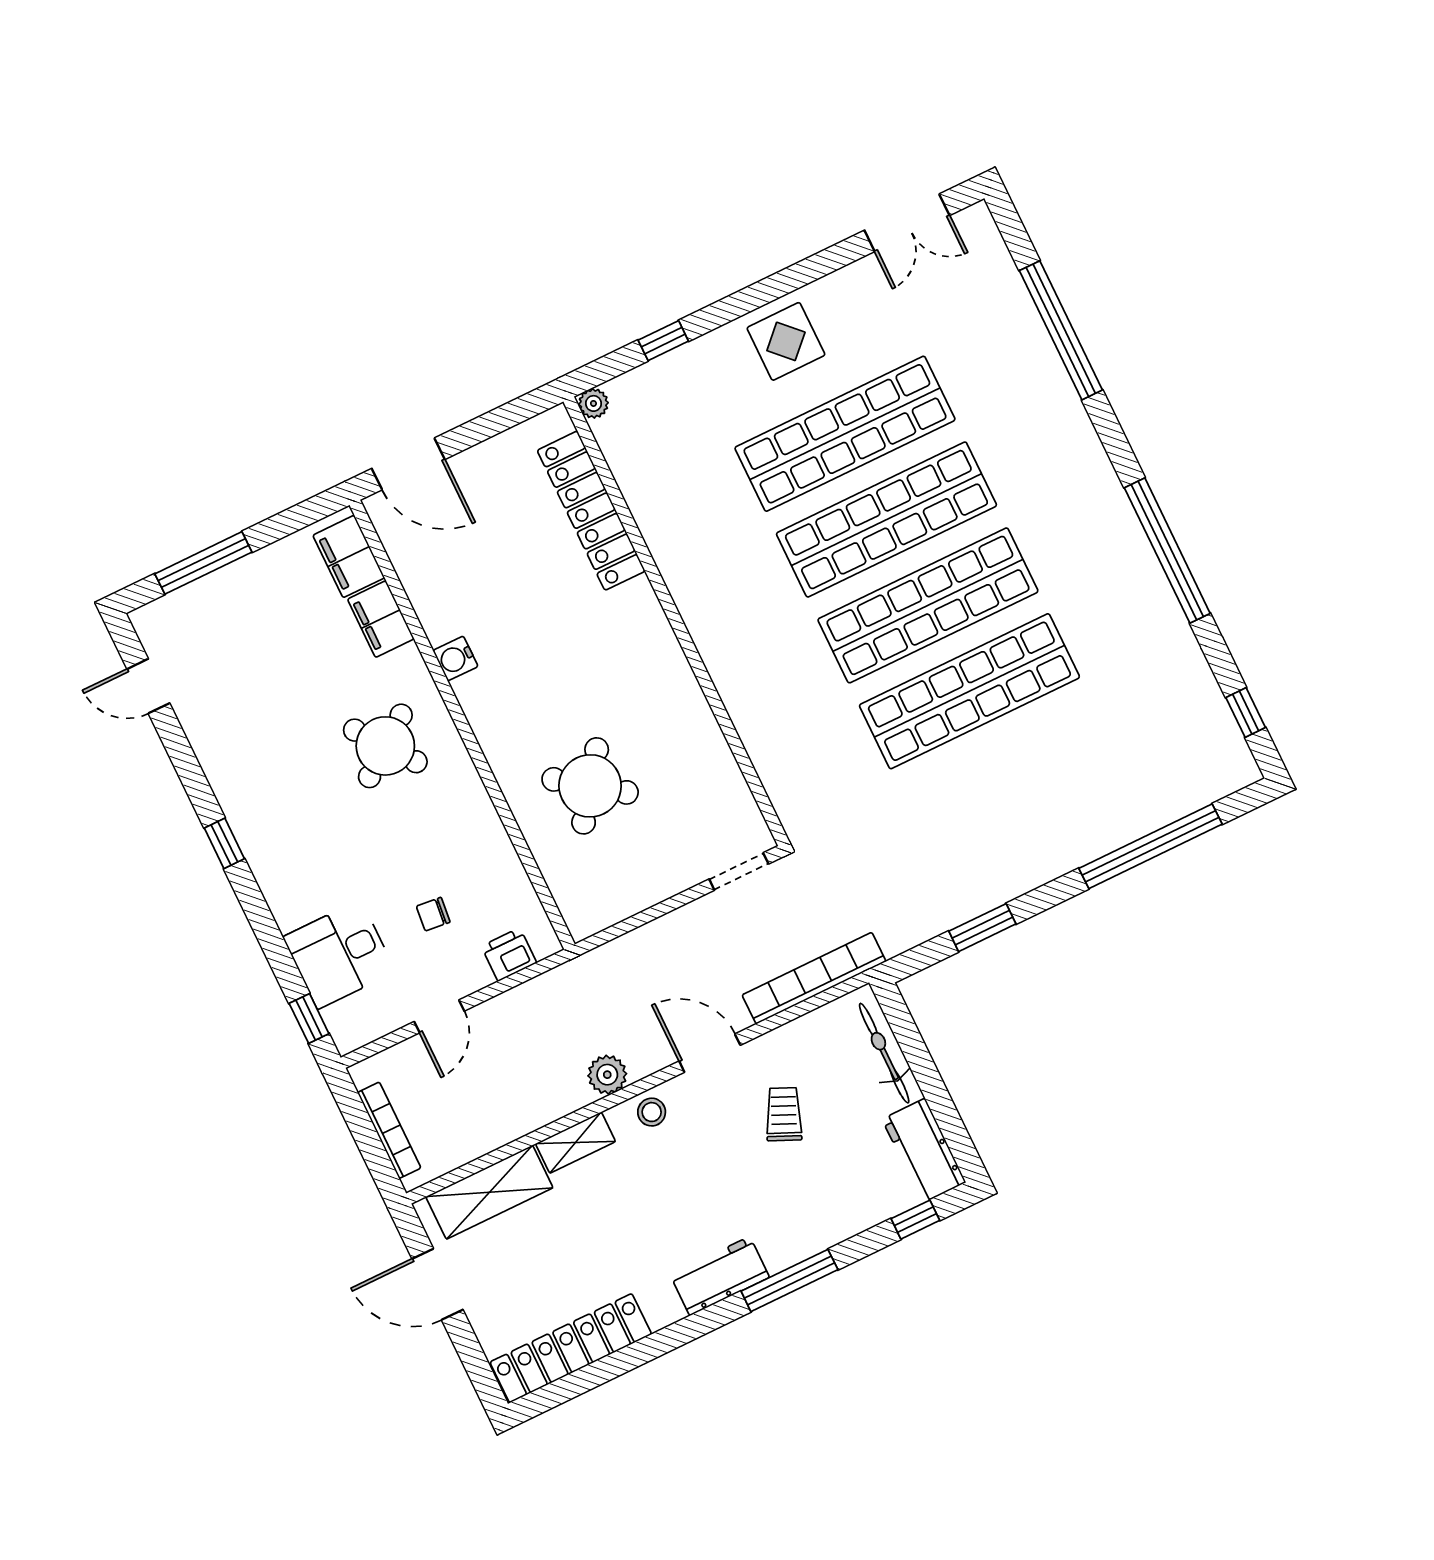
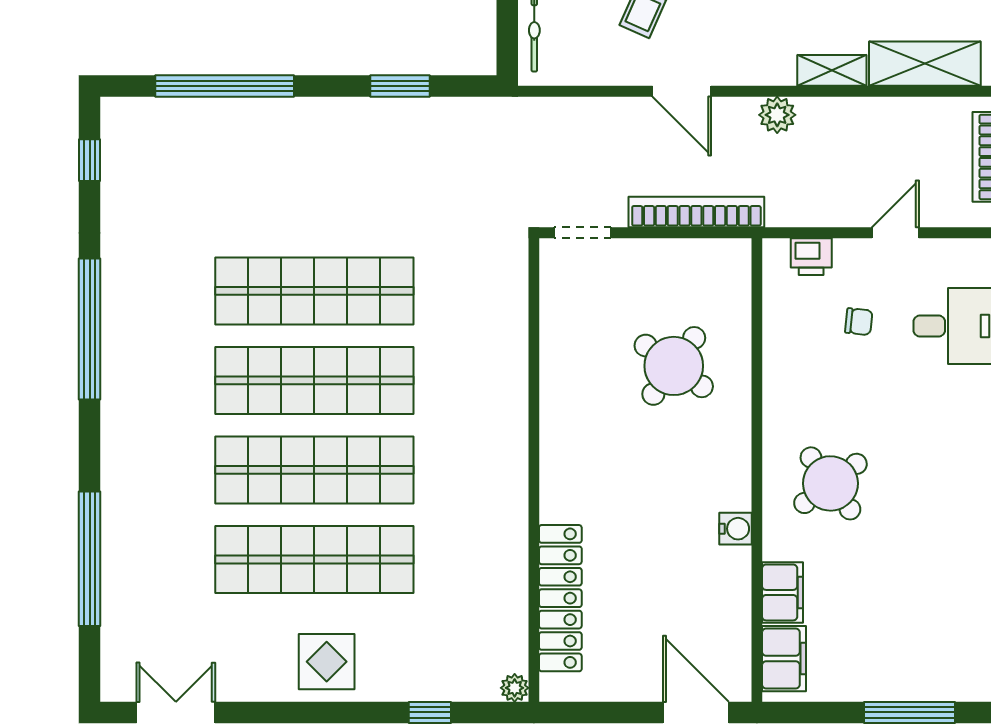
bookcase: (814, 978) -> (696, 212), moved, turned 180
stool: (652, 1112) -> (755, 65), removed

